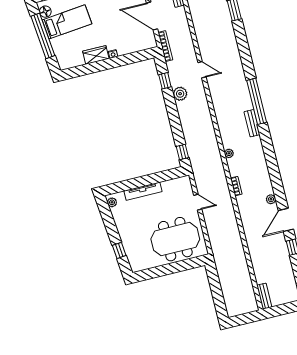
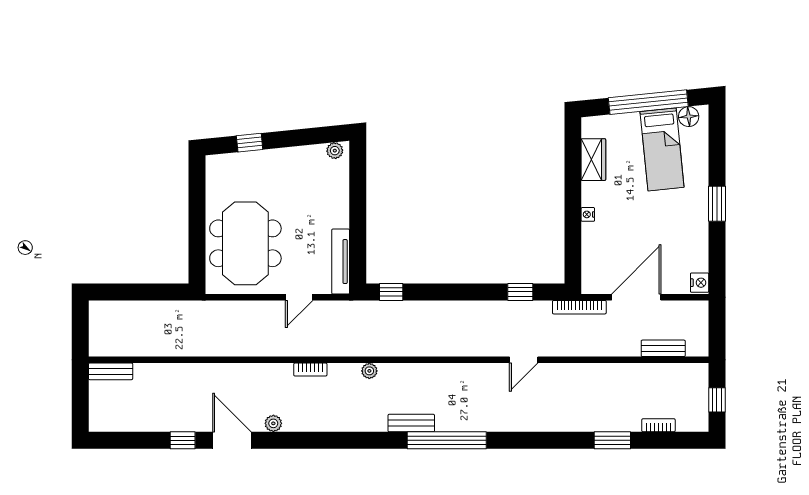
wardrobe: (96, 55) -> (593, 160), moved
plant: (180, 94) -> (492, 312), removed
tv unit: (143, 191) -> (341, 262), moved

